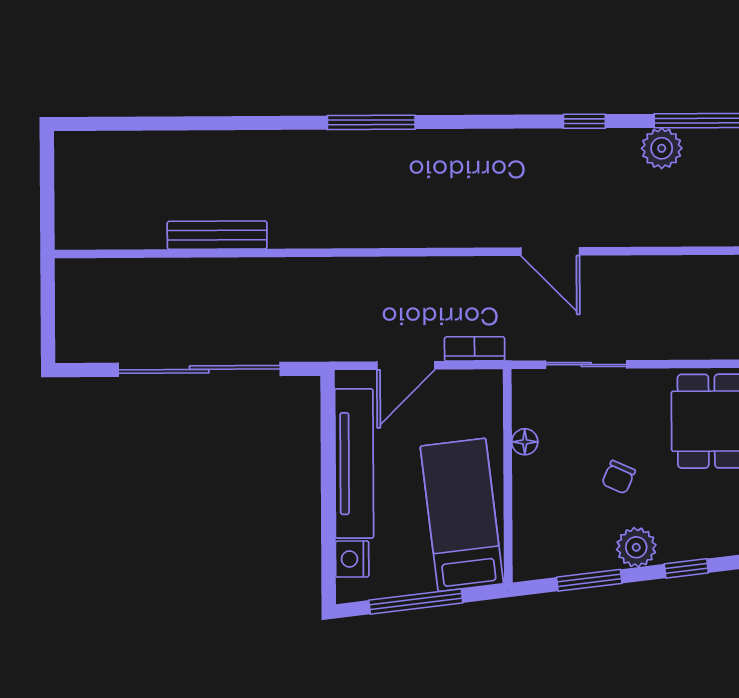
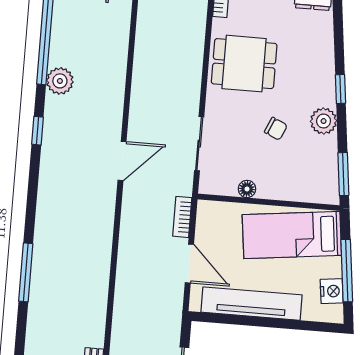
nightstand: (352, 559) -> (332, 291), moved, turned -97
window: (589, 580) -> (343, 174), moved

